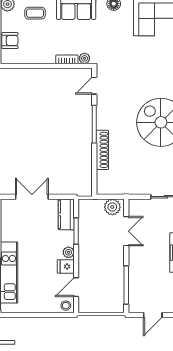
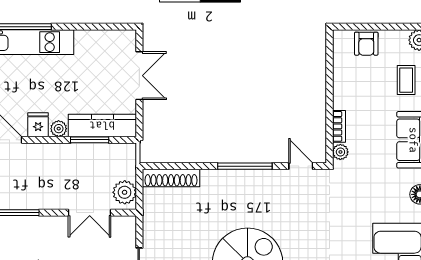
shoe rack: (102, 150) -> (171, 178), moved
kitchen counter: (66, 214) -> (102, 125), width x1.50

